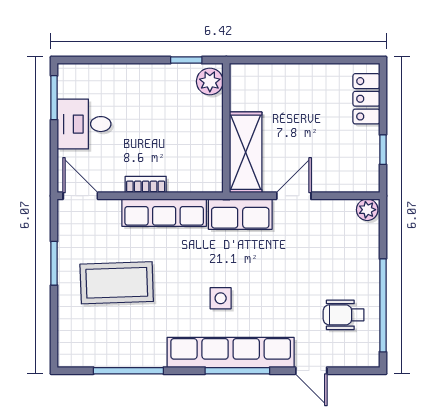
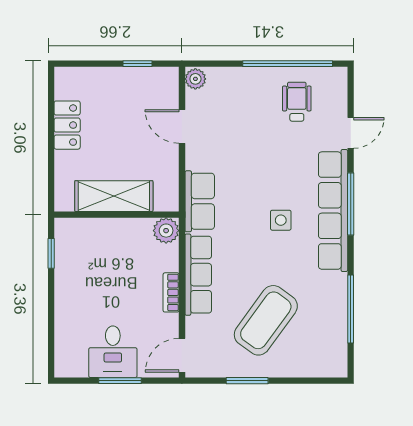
plant: (210, 81) -> (166, 231), moved
window: (54, 98) -> (120, 381), moved
locker: (366, 99) -> (67, 125), moved, turned -90
shelving: (246, 152) -> (114, 196), moved
door: (294, 196) -> (182, 126), moved
coffee table: (117, 283) -> (266, 320), turned 38
wheelchair: (344, 315) -> (297, 102), turned 180

